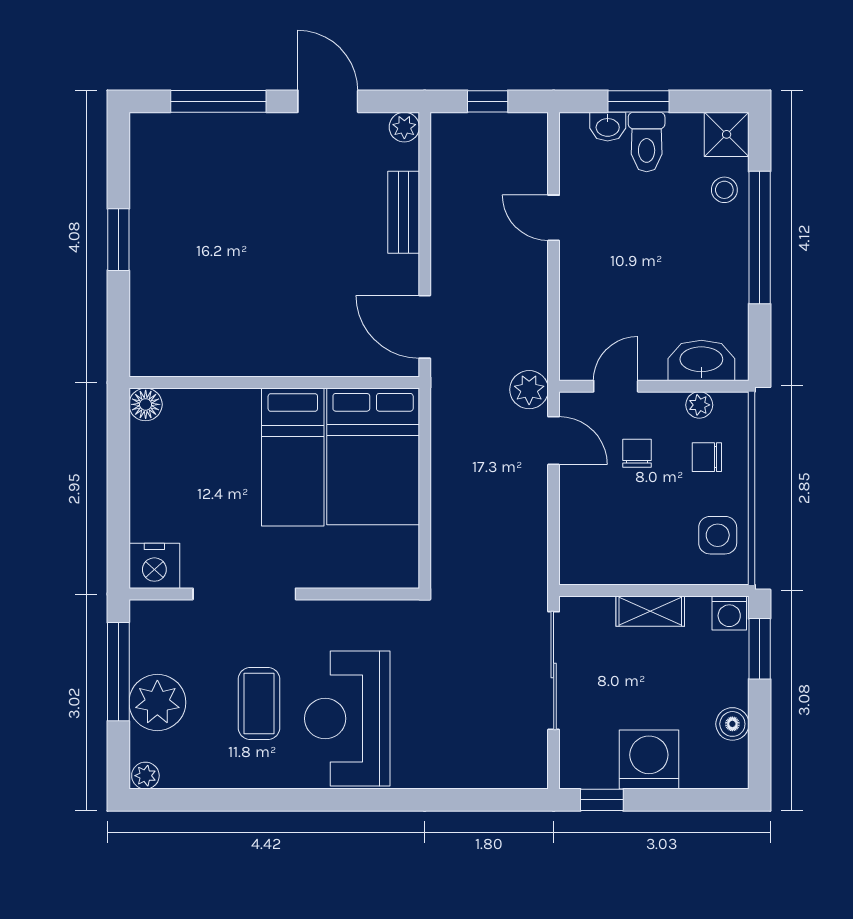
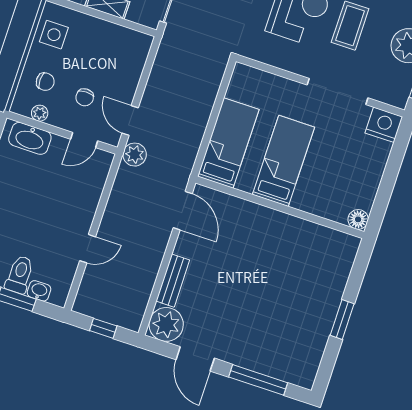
plant: (404, 127) -> (166, 324), width x1.88, depth x1.88
door: (554, 218) -> (88, 249), hinge flipped
bed: (373, 456) -> (228, 143), width x0.67

